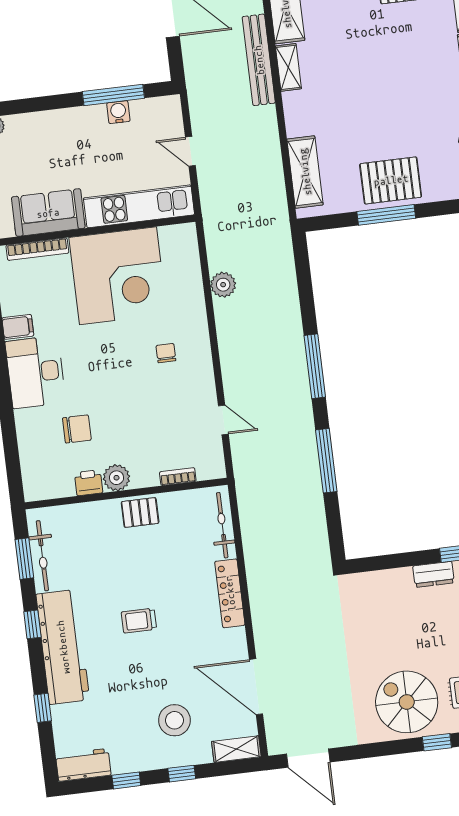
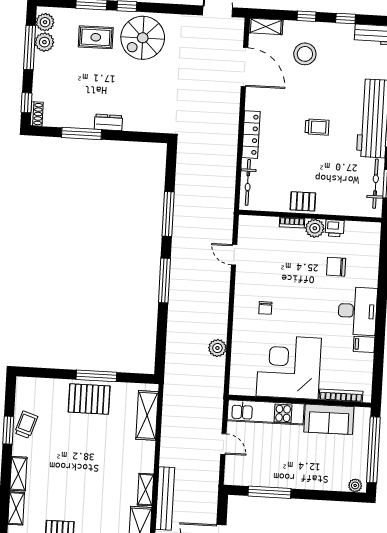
water cooler: (118, 112) -> (268, 480), removed
bookcase: (178, 477) -> (292, 223), moved
spiral stairs: (407, 702) -> (143, 38), turned 90

